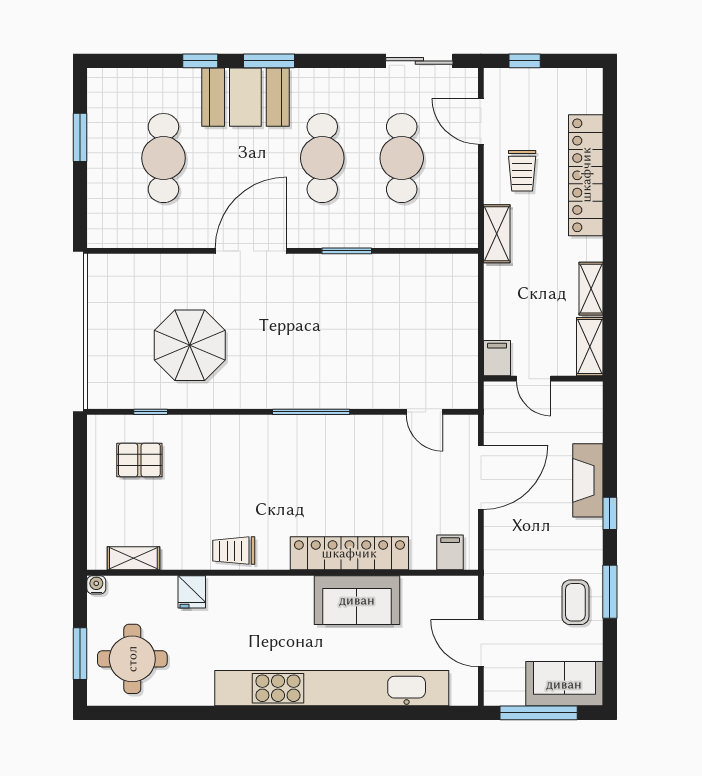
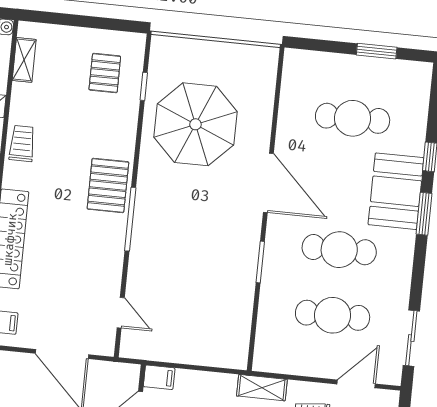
parasol: (190, 345) -> (195, 124), width x1.36, depth x1.36
door: (424, 412) -> (121, 313), swing flipped
pallet: (274, 443) -> (108, 185), added

